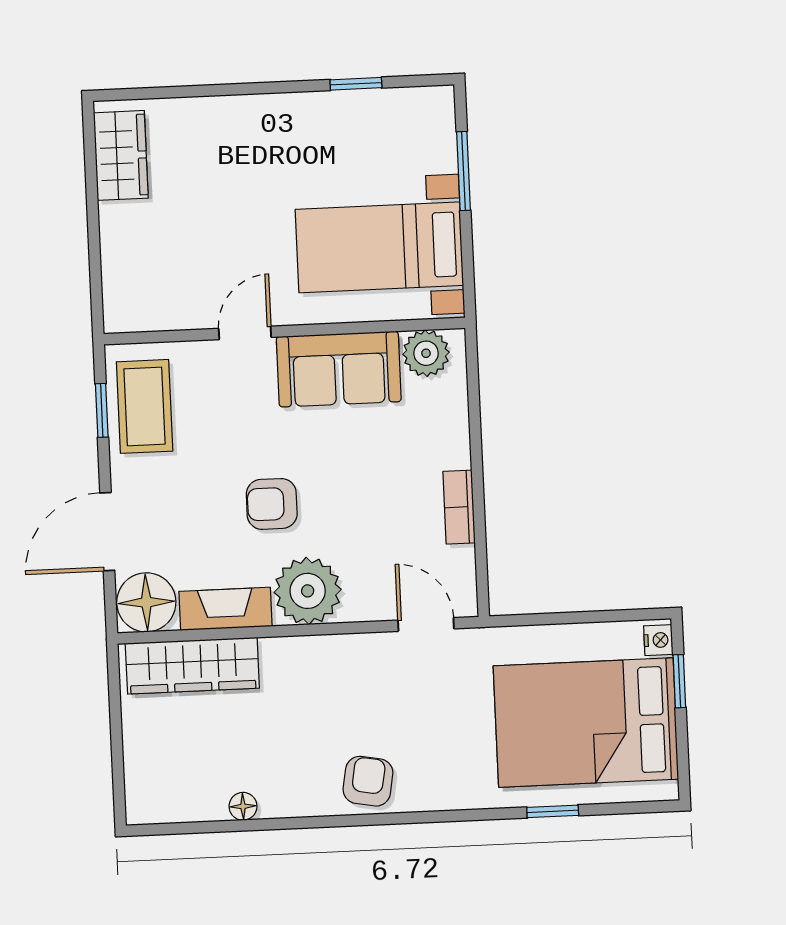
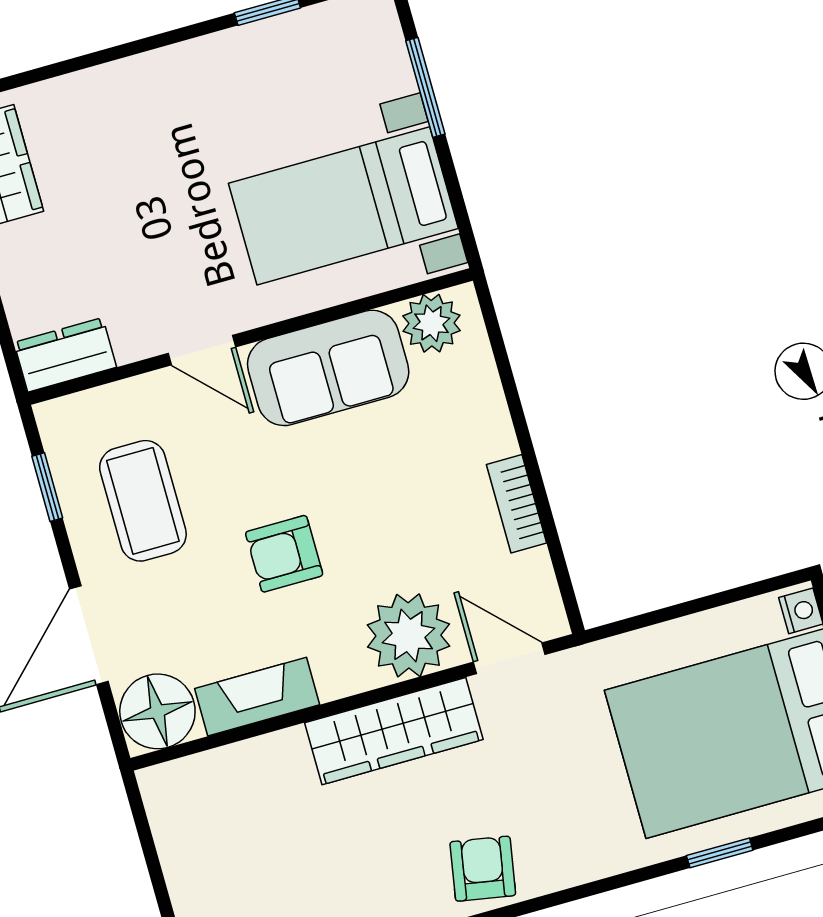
dresser: (139, 312) -> (65, 355), added
door: (245, 333) -> (202, 350), swing flipped
coffee table: (145, 406) -> (143, 501), moved
plant: (308, 591) -> (408, 635), moved
wardrobe: (192, 666) -> (394, 731), moved

